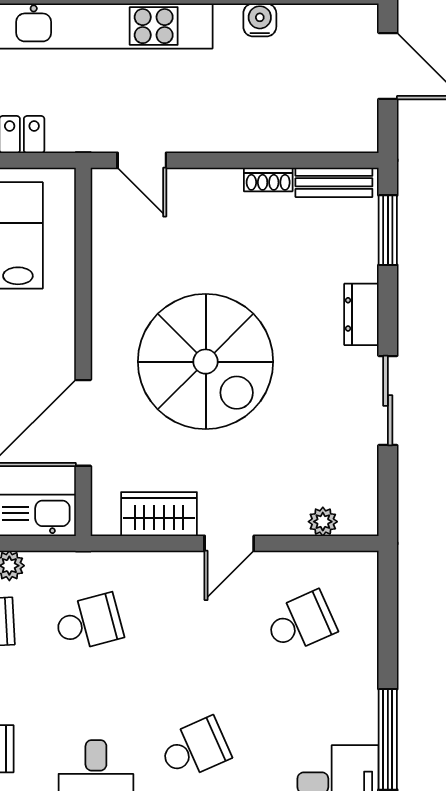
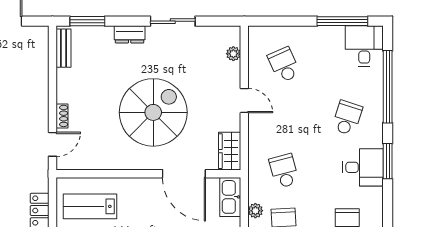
shoe rack: (268, 179) -> (62, 116), moved
wardrobe: (159, 514) -> (230, 151), moved
school desk: (195, 749) -> (347, 118), turned 42

